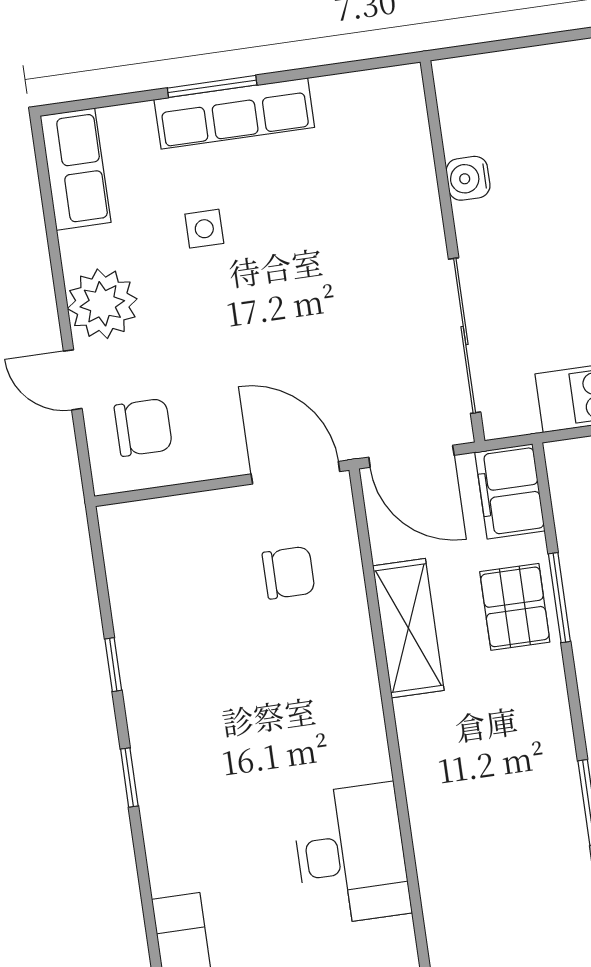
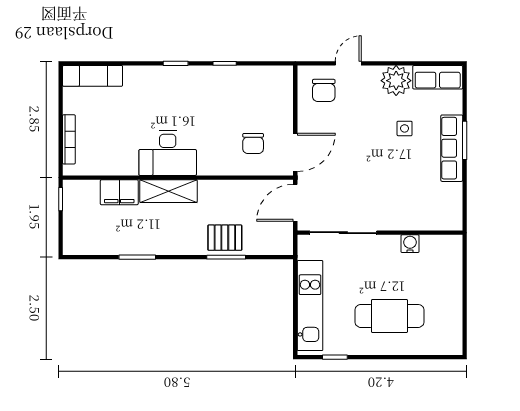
plant: (102, 304) -> (396, 81), moved
filing cabinet: (510, 491) -> (119, 192), moved, turned 180
shelving: (408, 628) -> (168, 191), moved
desk: (351, 854) -> (168, 153), moved

